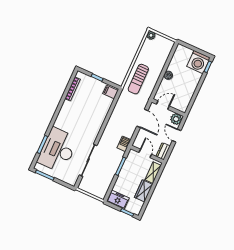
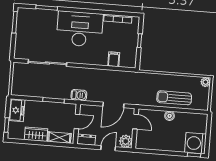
sun lounger: (138, 79) -> (174, 98), moved
filing cabinet: (110, 92) -> (114, 59), moved
desk: (58, 150) -> (80, 29), moved

